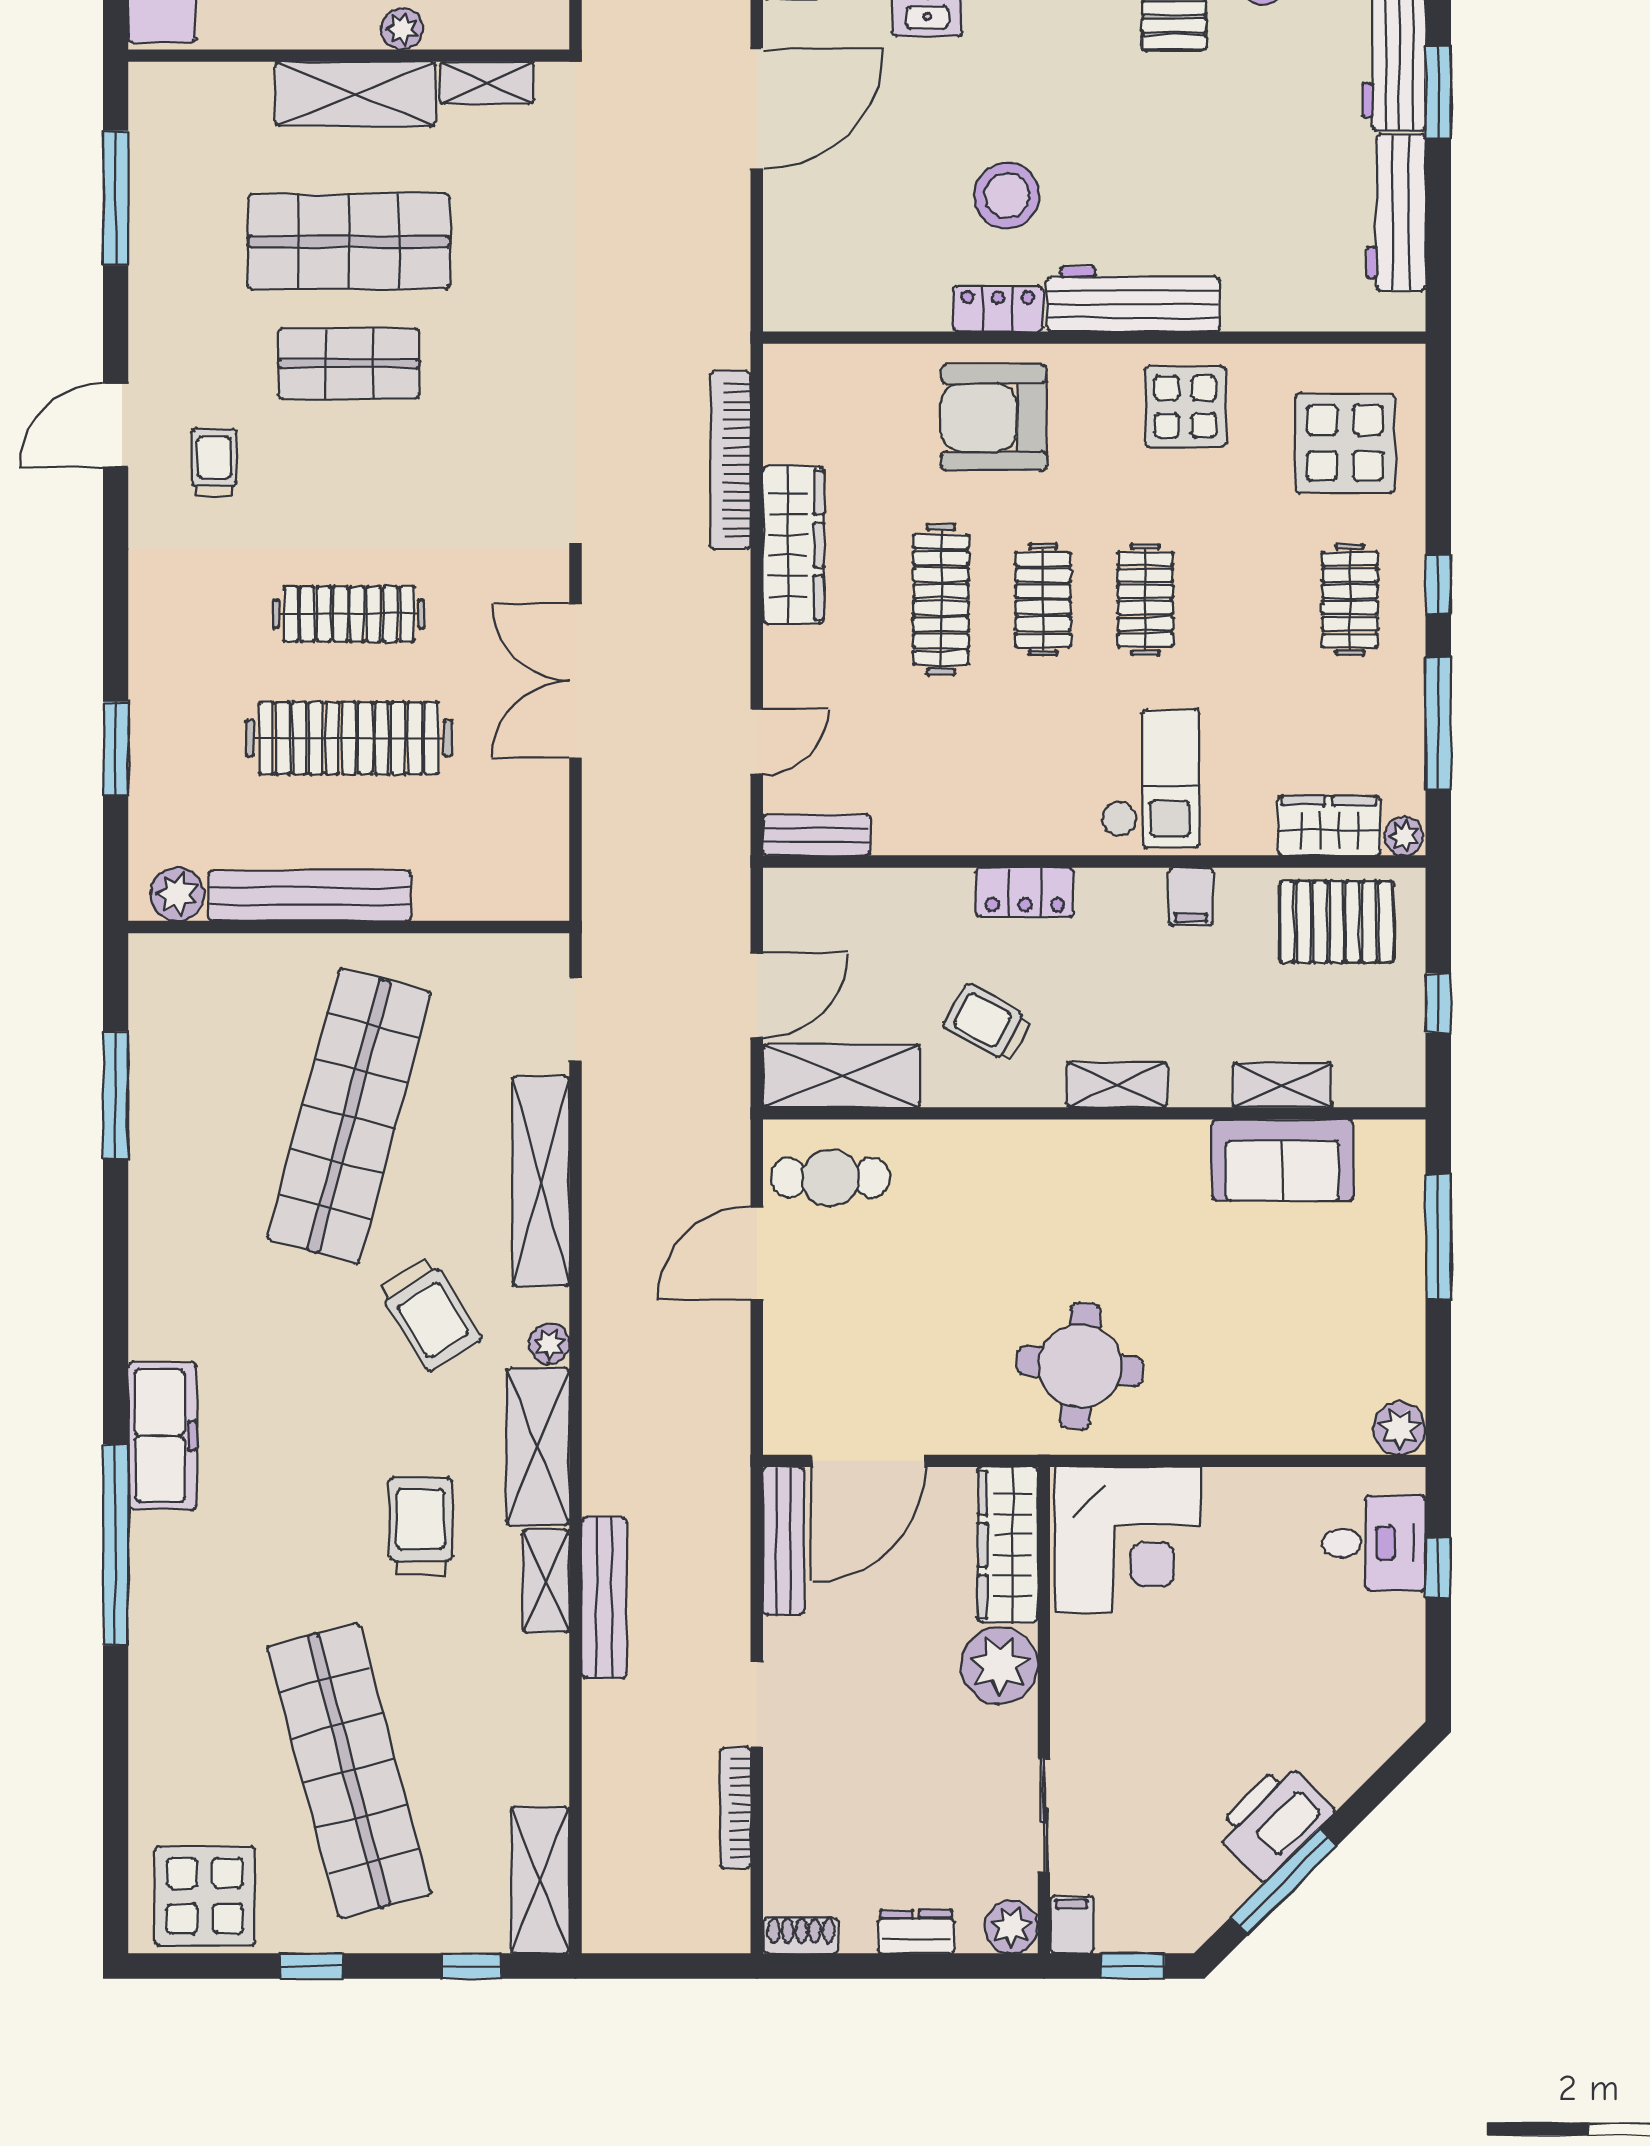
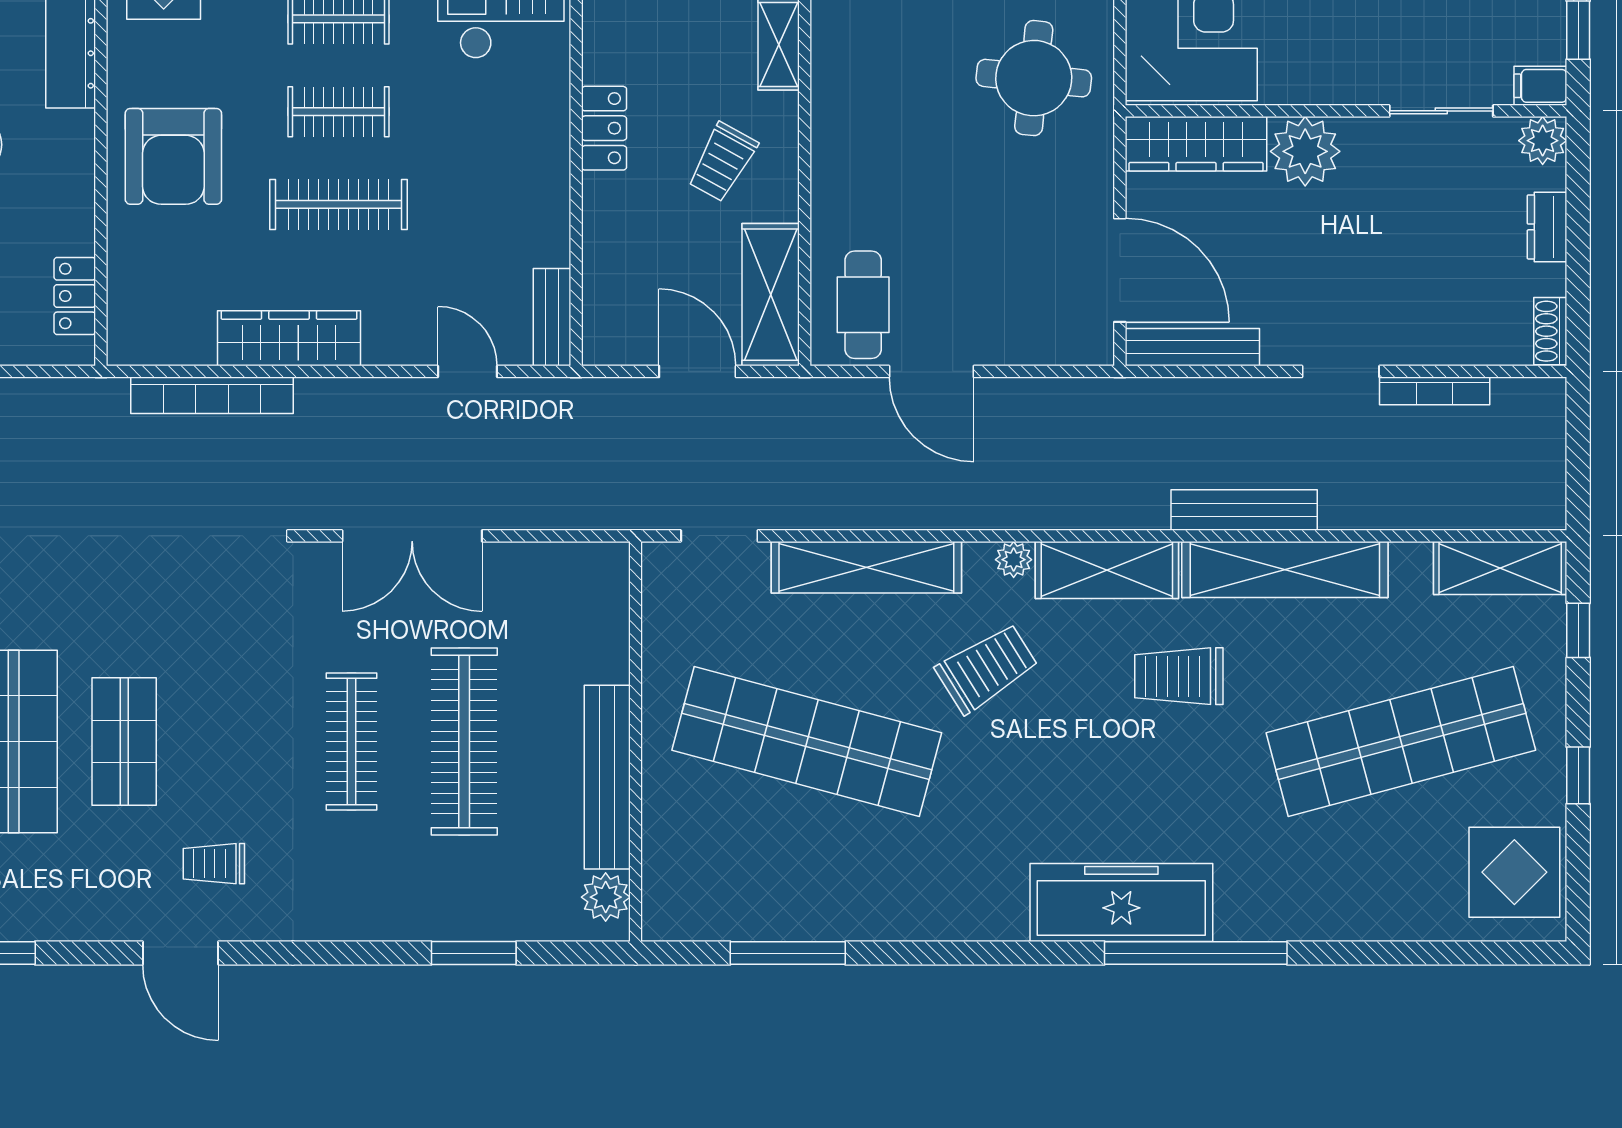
locker: (998, 309) -> (75, 296), moved
freezer: (162, 1436) -> (1121, 902), width x1.36, depth x1.26
shelving: (546, 1581) -> (1285, 569), width x2.20, depth x1.33

